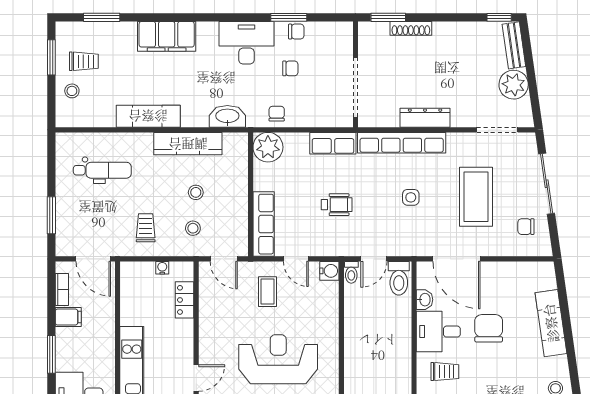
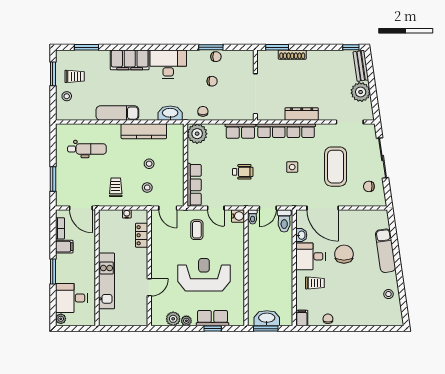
desk: (246, 43) -> (168, 64), moved

